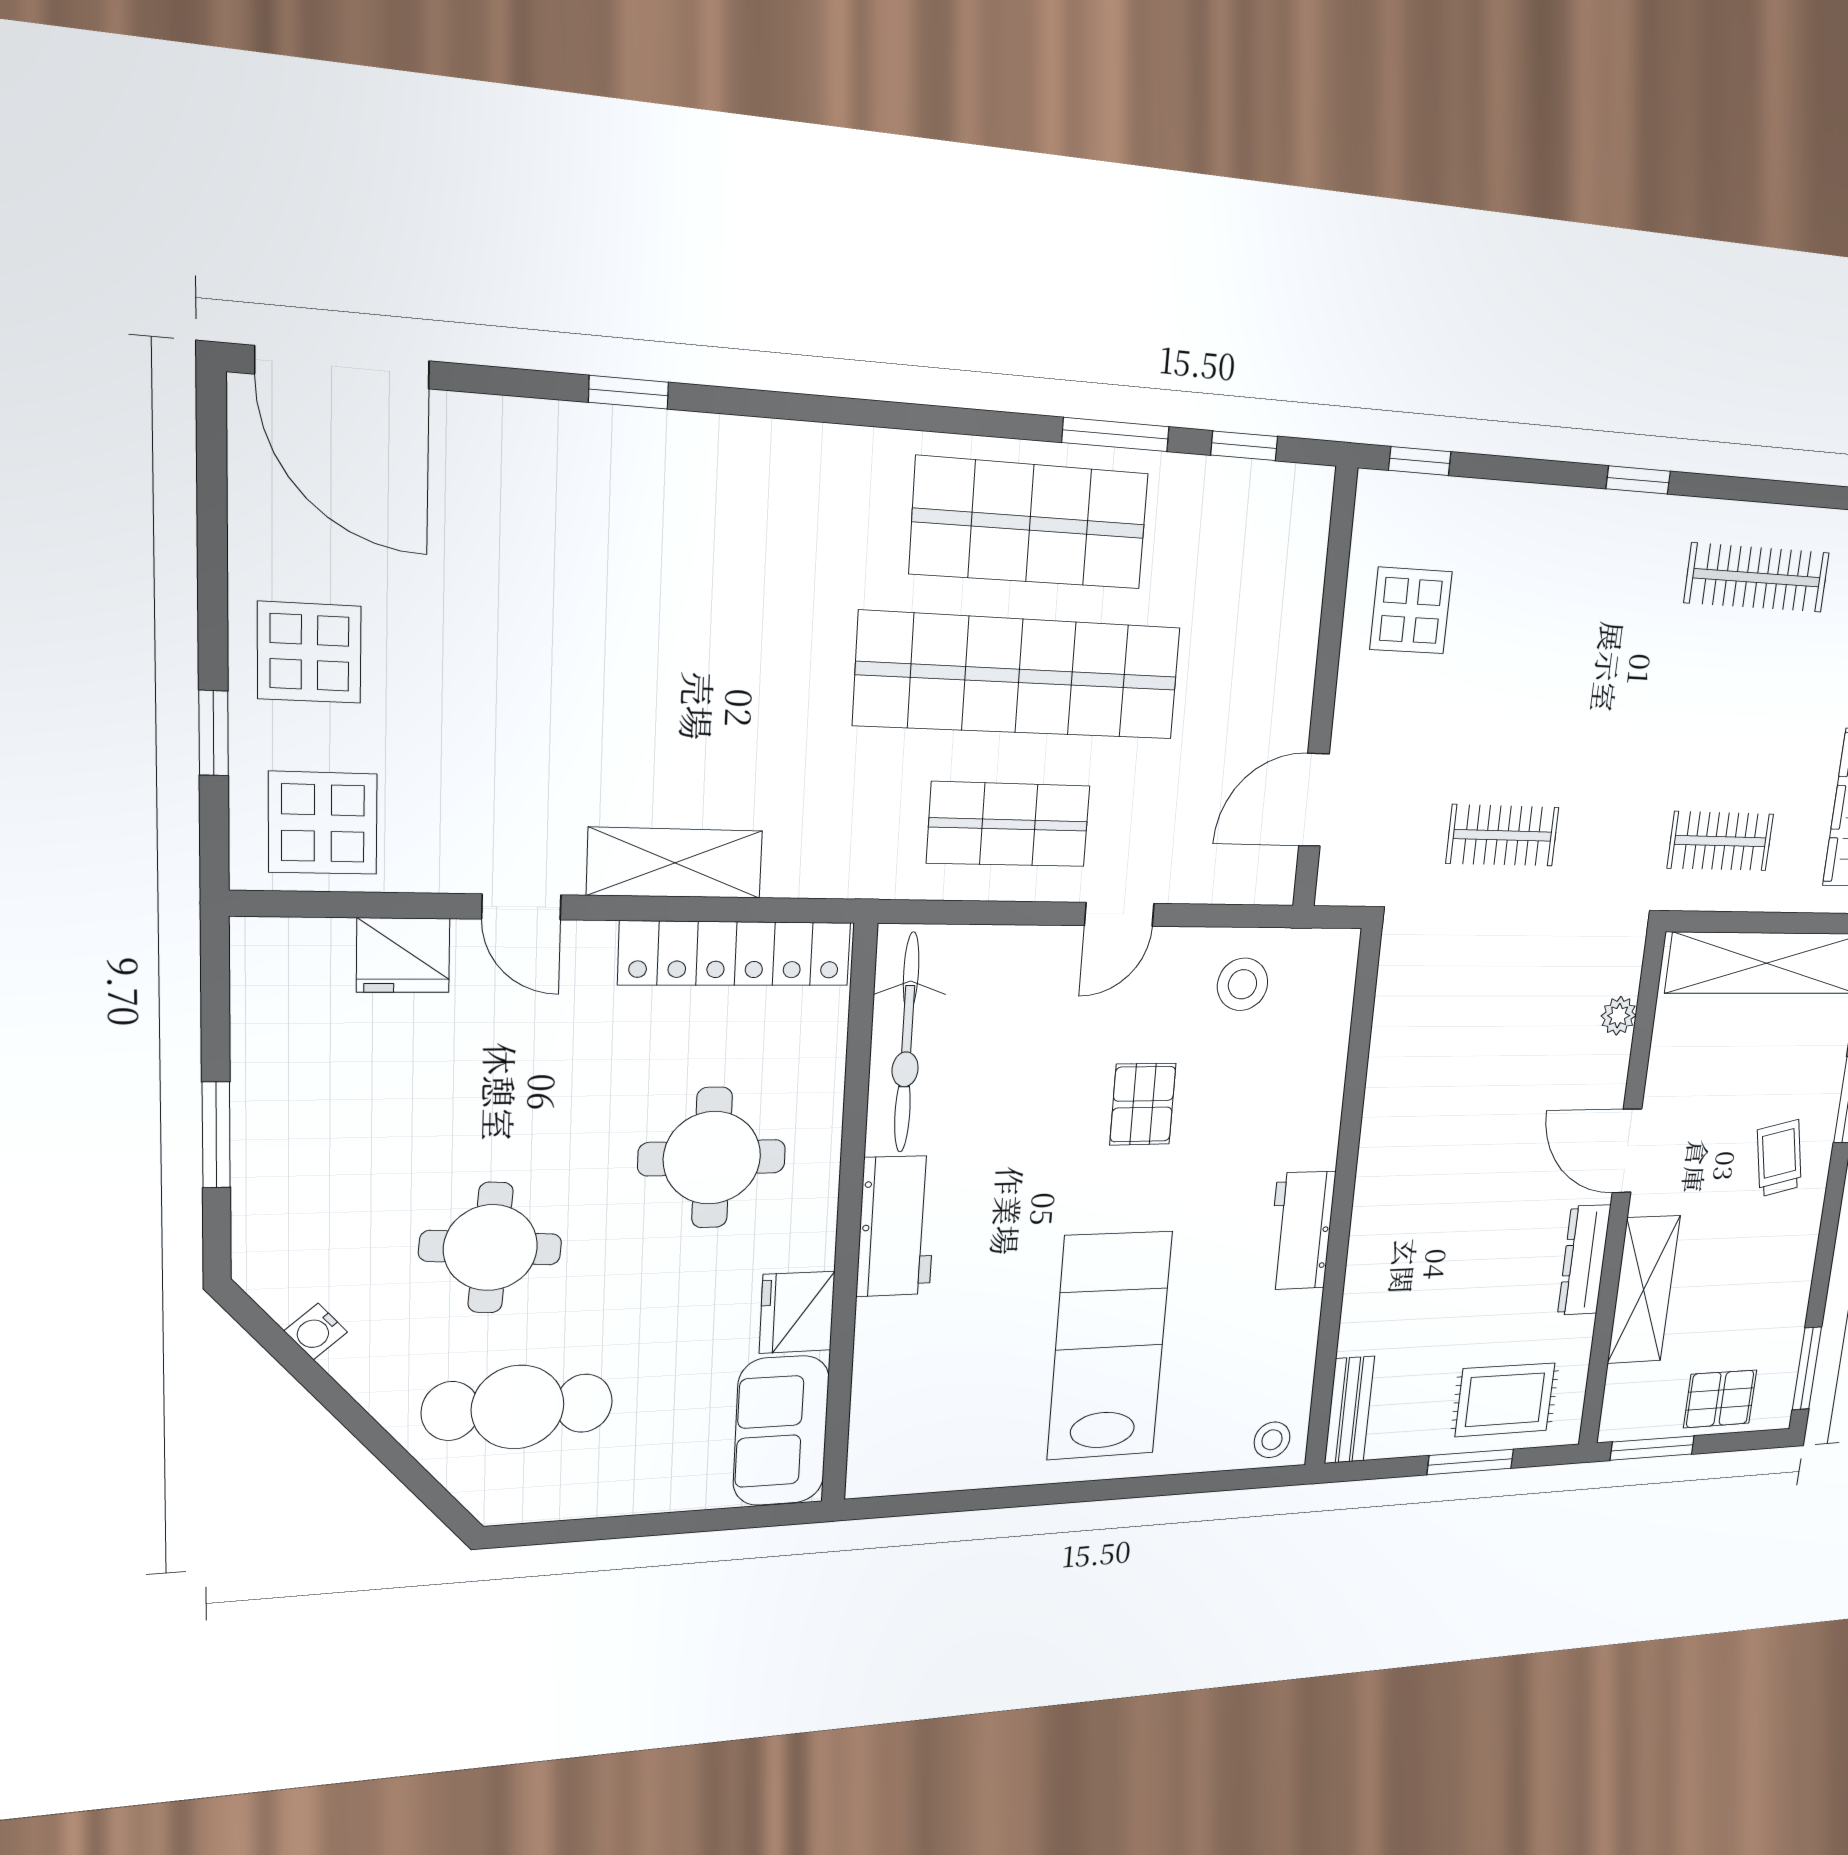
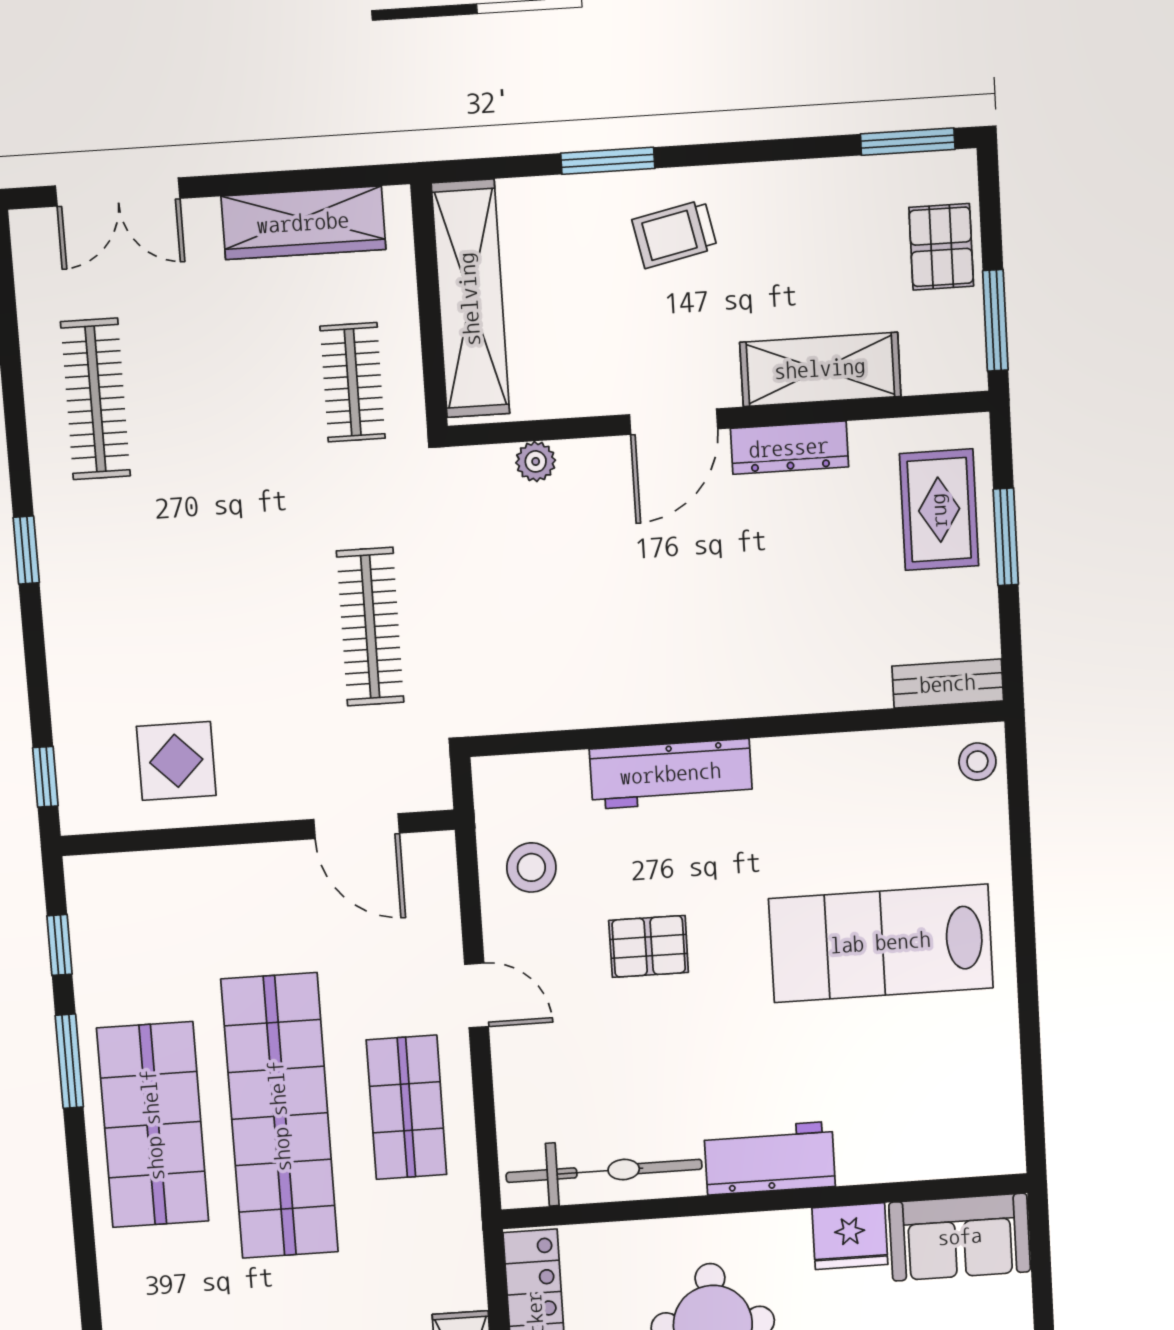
clothes rail: (1503, 835) -> (370, 627), width x1.36
workbench: (1301, 1231) -> (671, 774), moved, width x1.38

